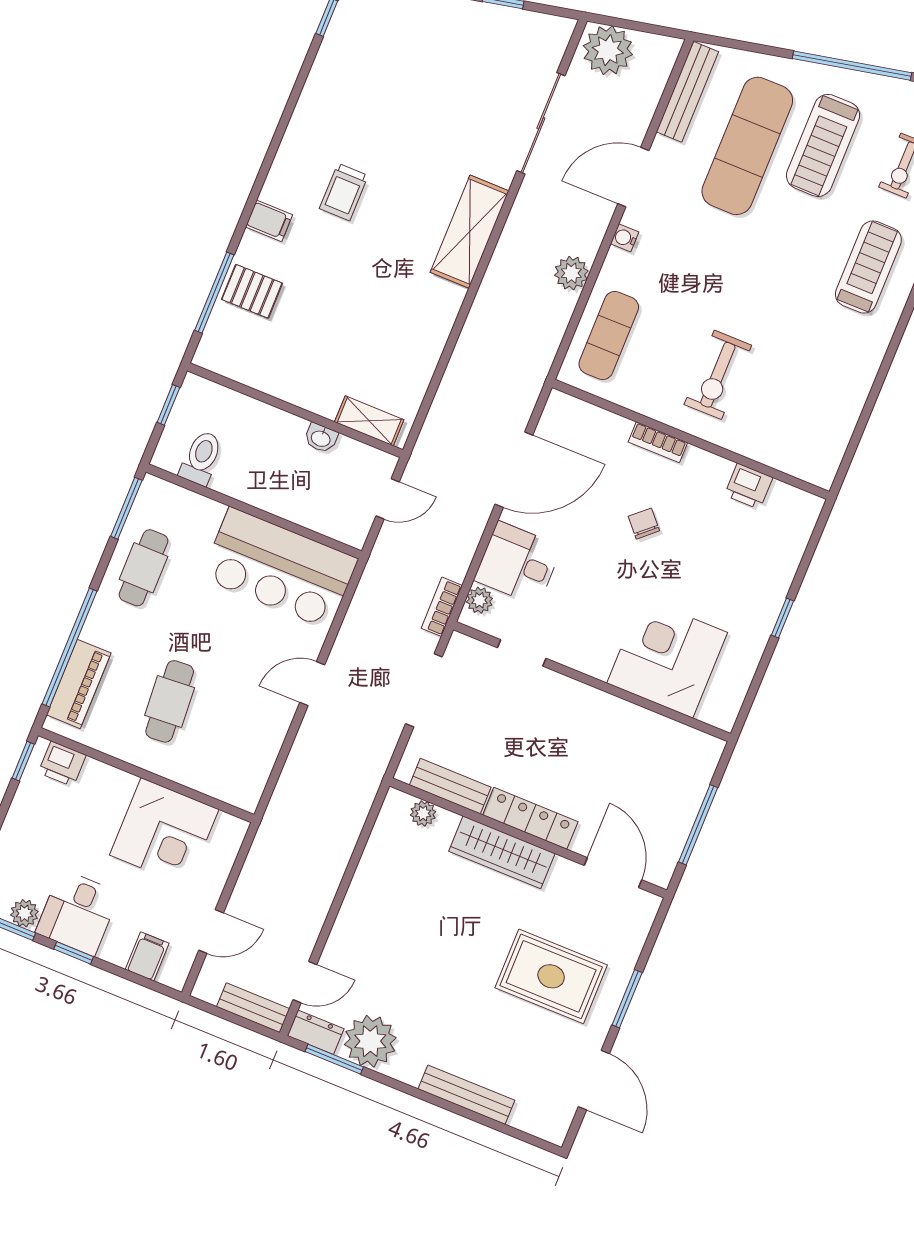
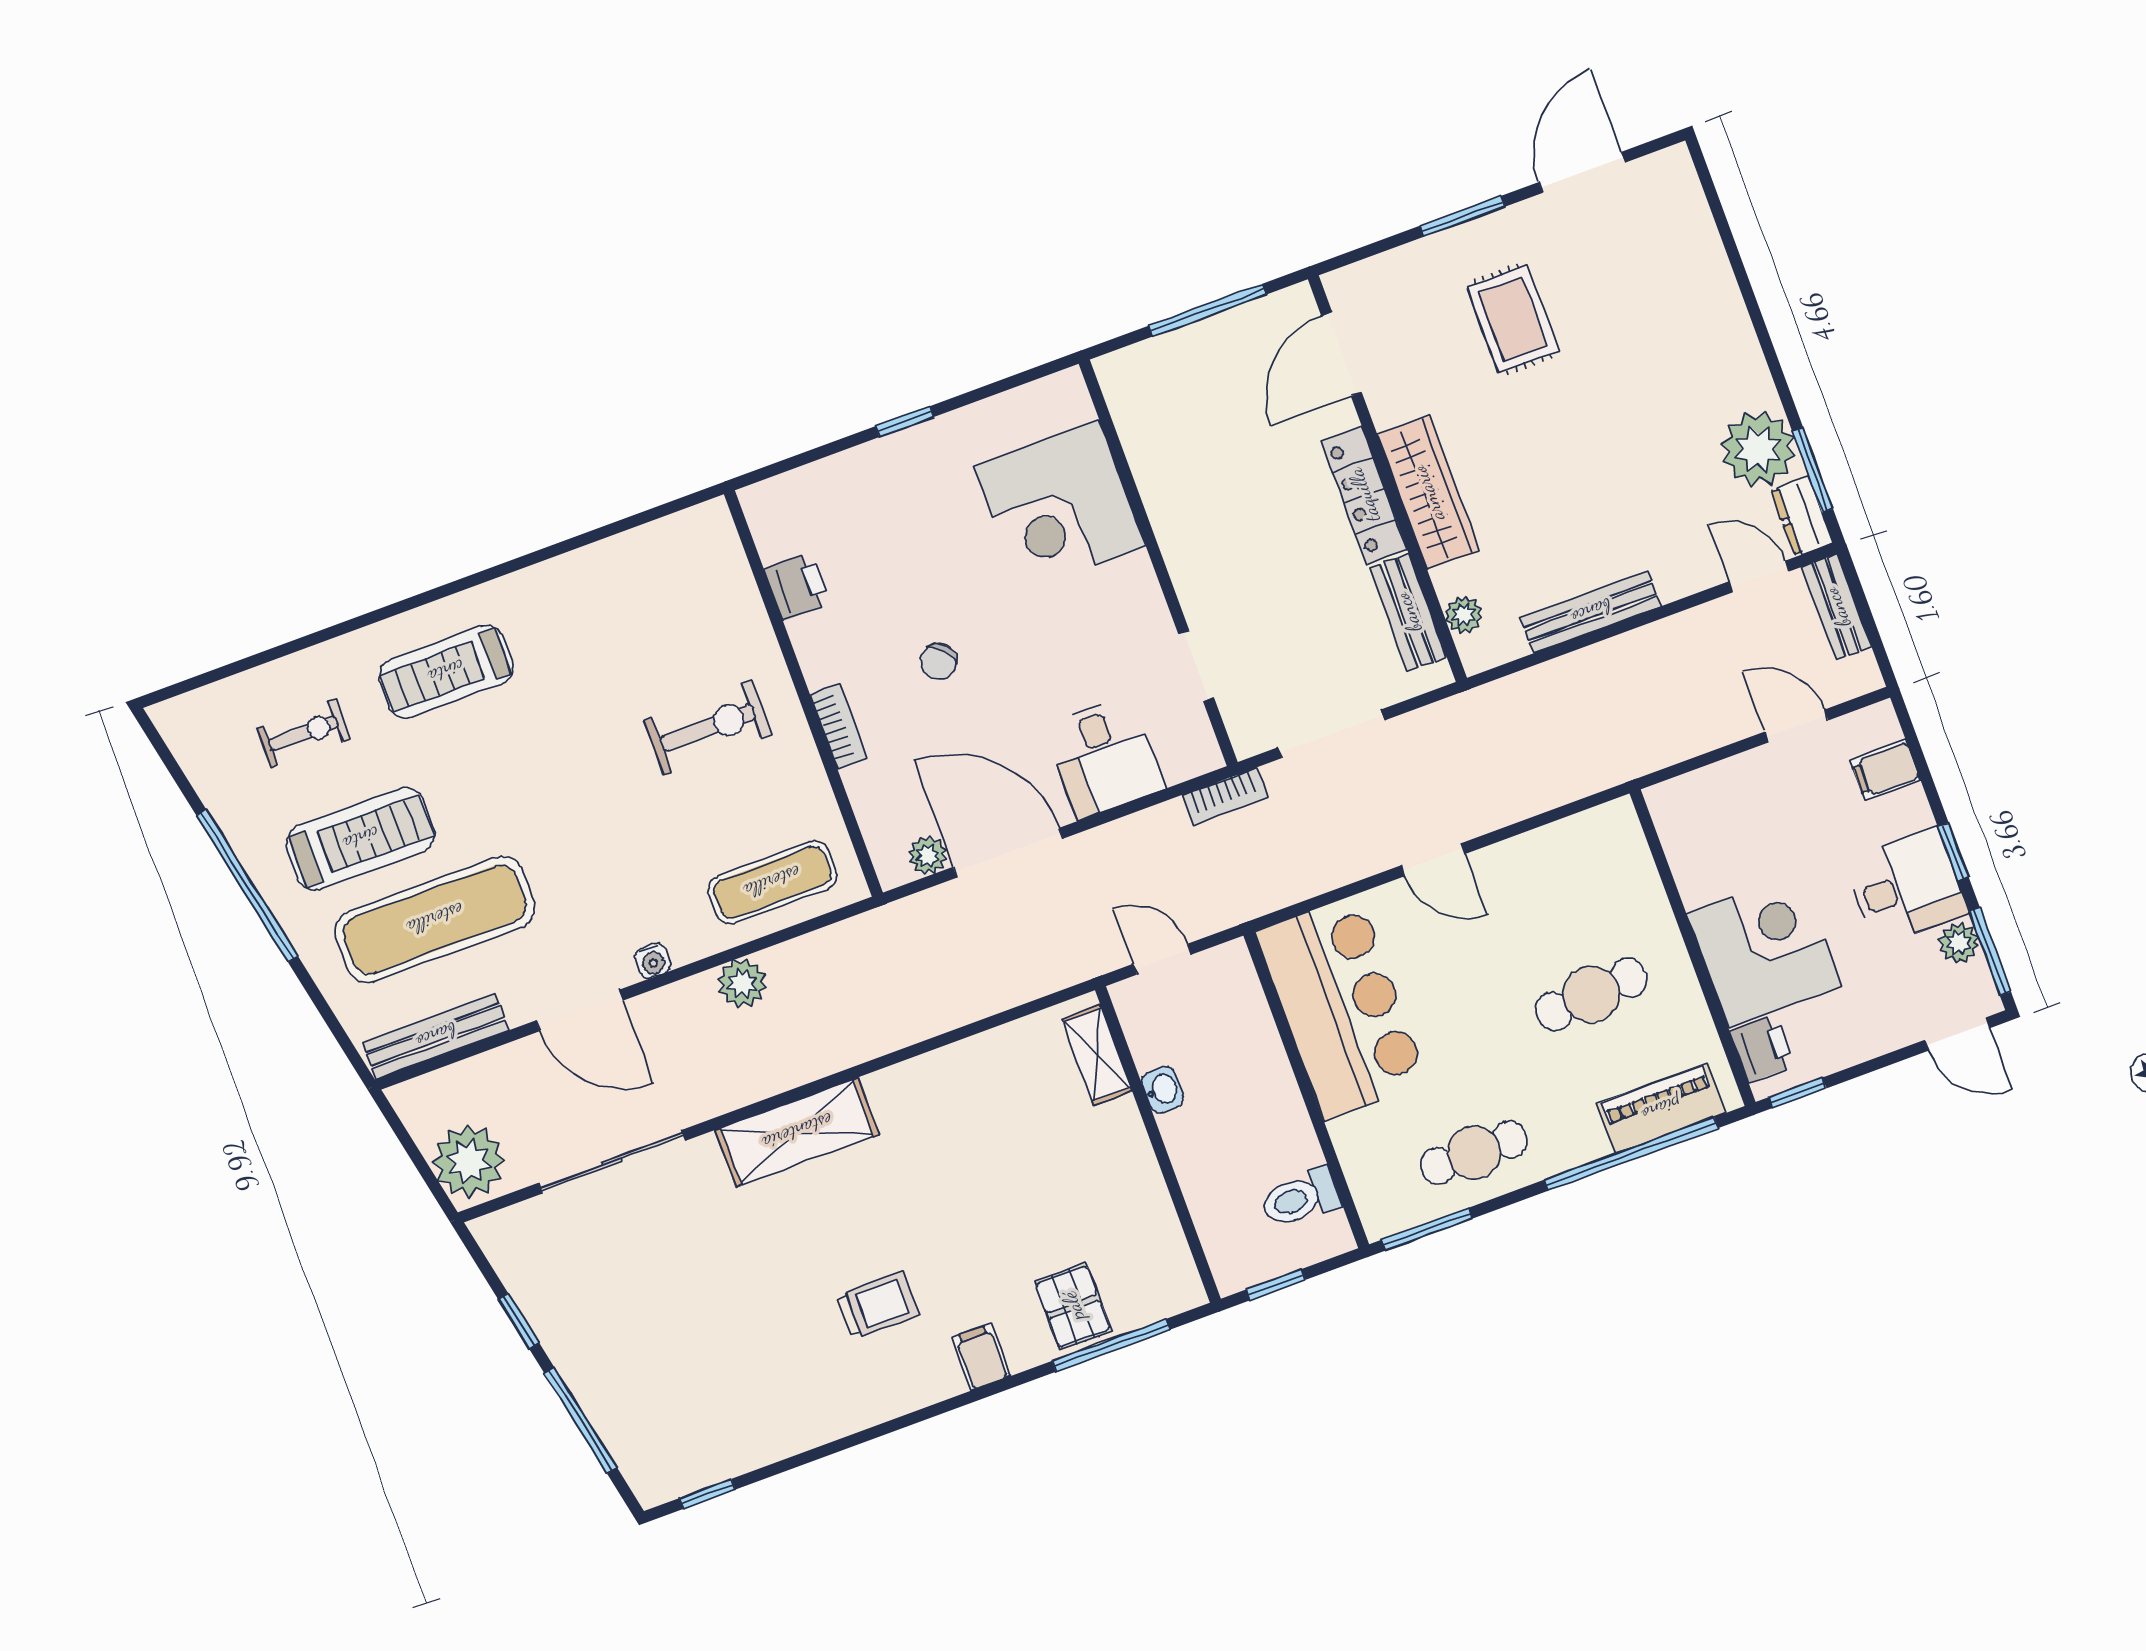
plant: (479, 600) -> (928, 856), moved
corner desk: (164, 832) -> (1764, 950), moved
rug: (551, 976) -> (1513, 319), width x0.73, depth x0.70
bench: (466, 1095) -> (1591, 612), moved, turned 90

